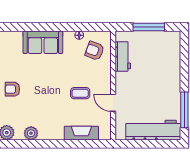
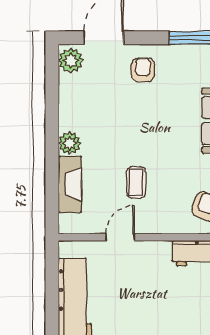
plant: (31, 133) -> (70, 143), moved

